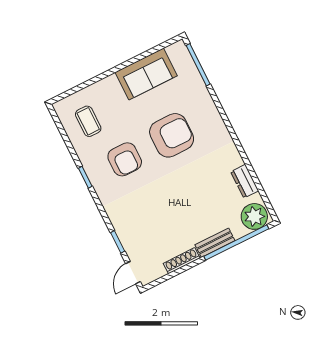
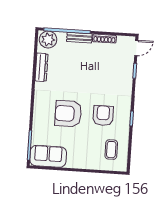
sofa: (146, 74) -> (48, 156), moved
dresser: (245, 181) -> (42, 67), width x1.44

